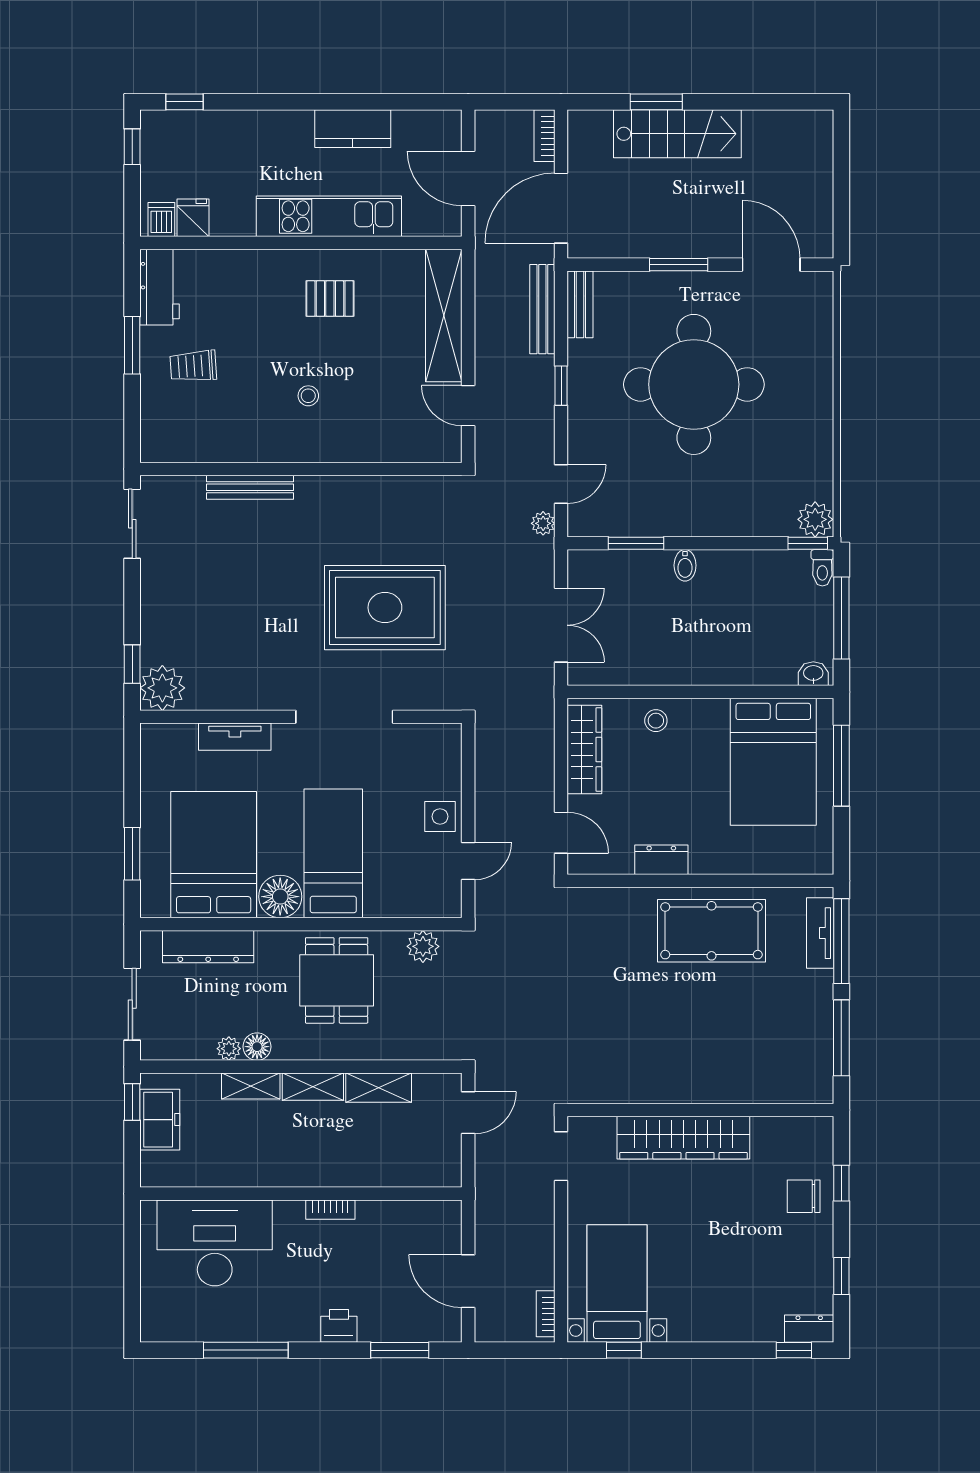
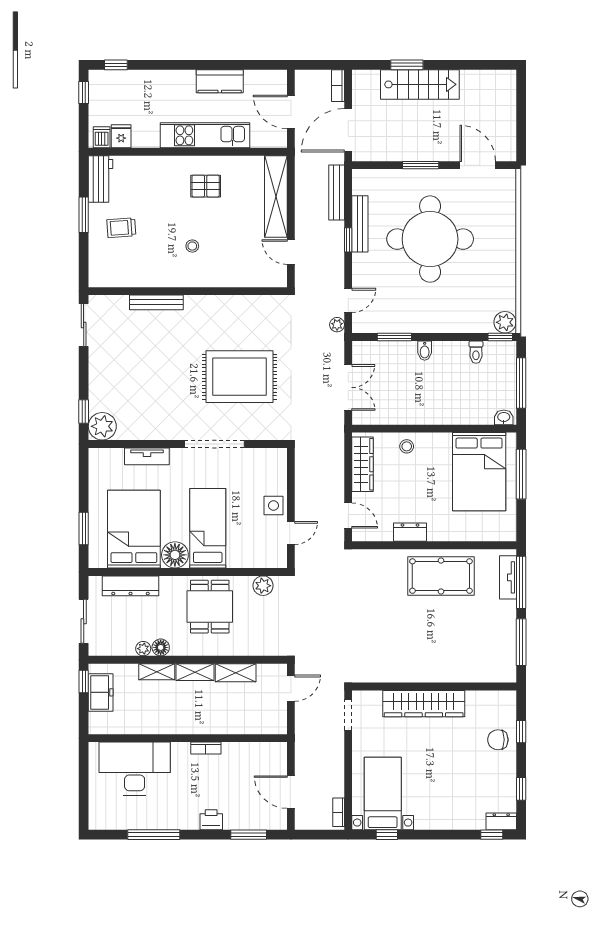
bench: (580, 304) -> (360, 224), moved, width x1.36
toilet: (822, 568) -> (476, 352), moved

